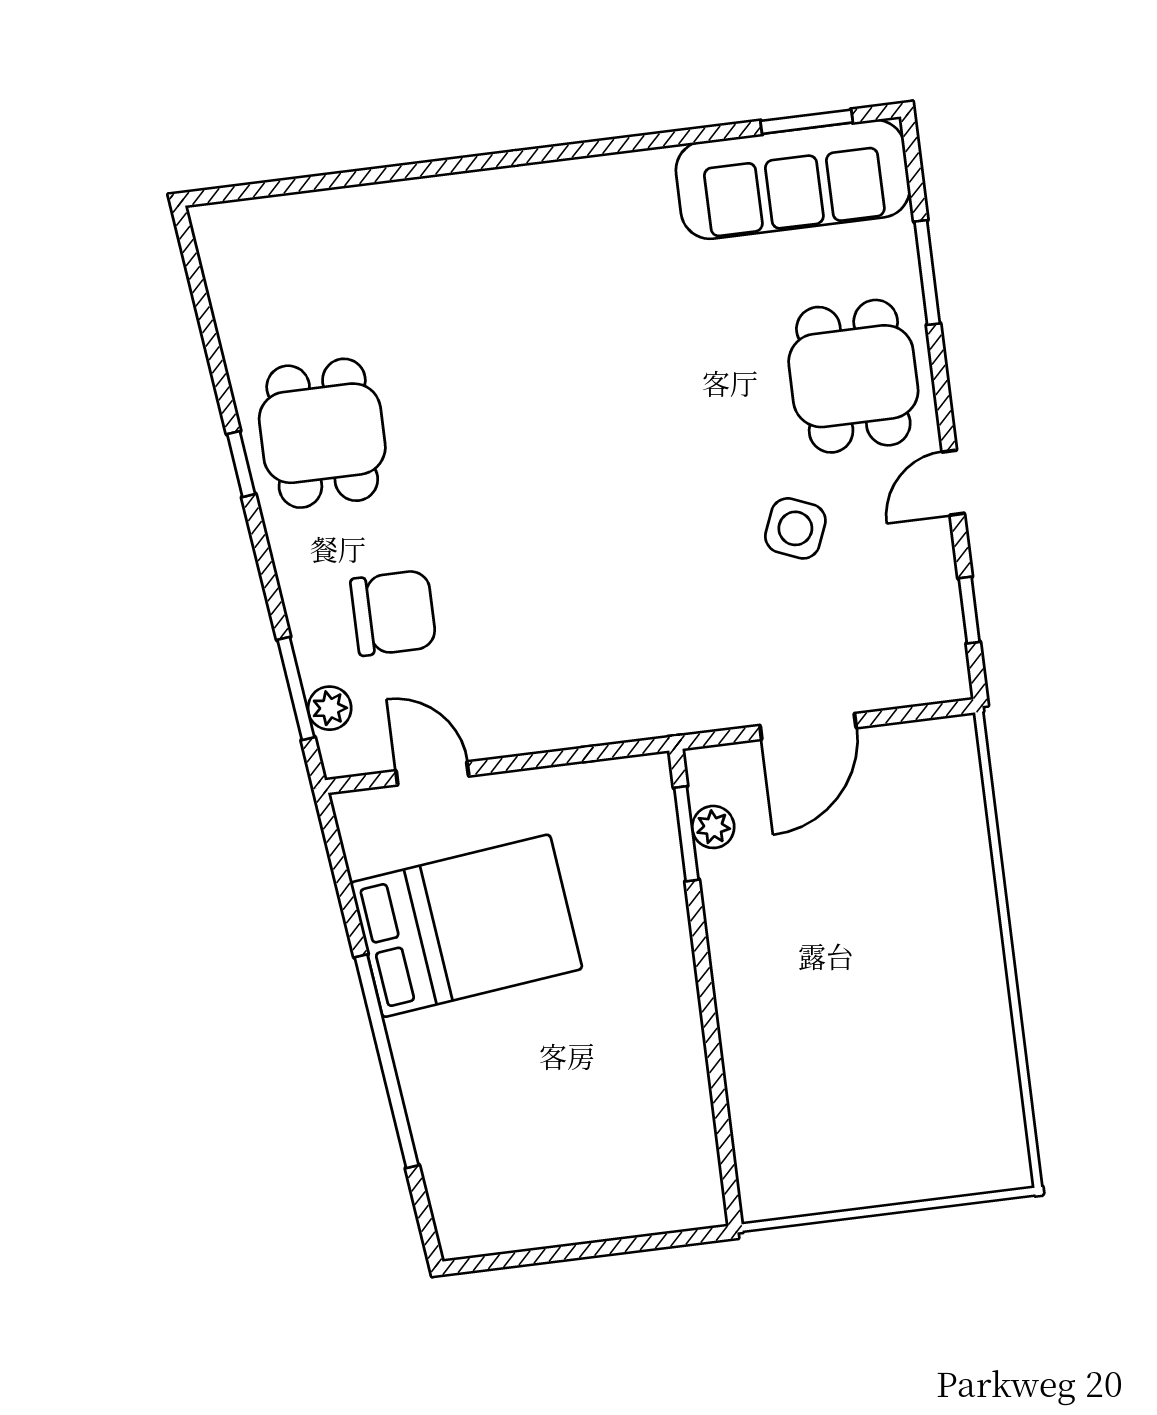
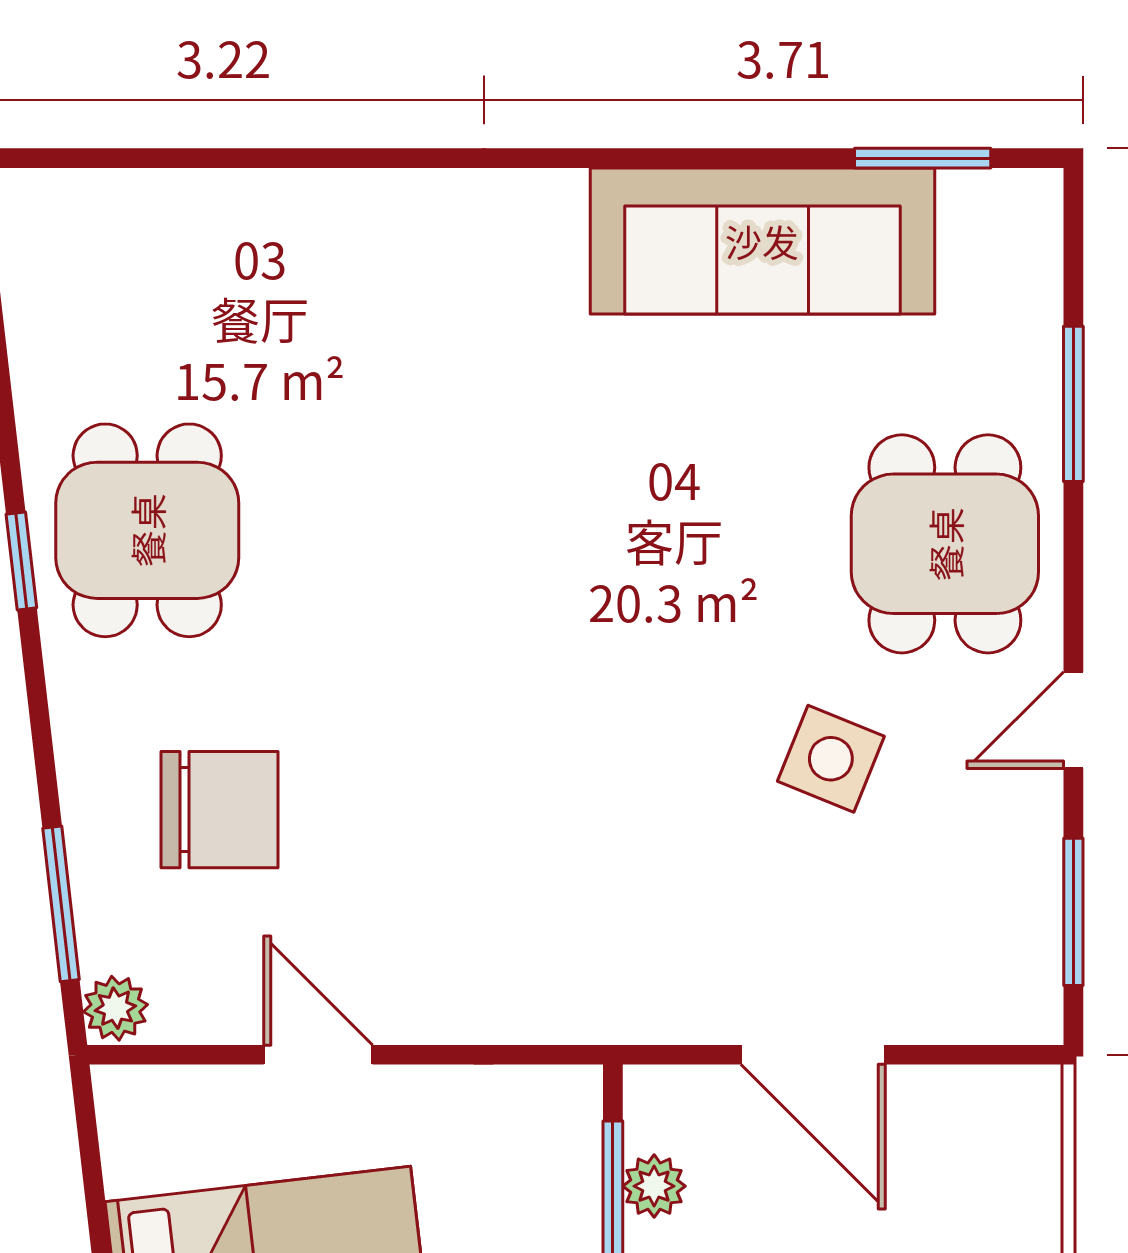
sofa: (793, 179) -> (762, 241), moved
window: (969, 610) -> (1073, 912), width x1.50
plant: (330, 708) -> (115, 1008), moved
door: (808, 727) -> (813, 1055), hinge flipped
door: (432, 773) -> (318, 1055), moved

